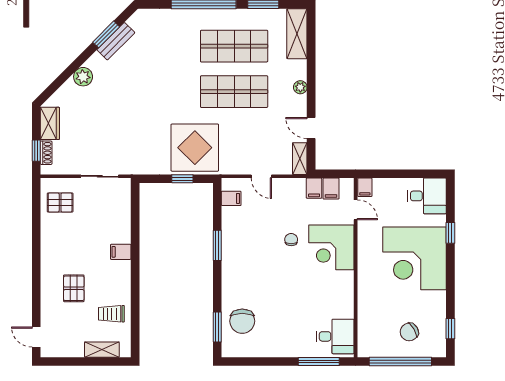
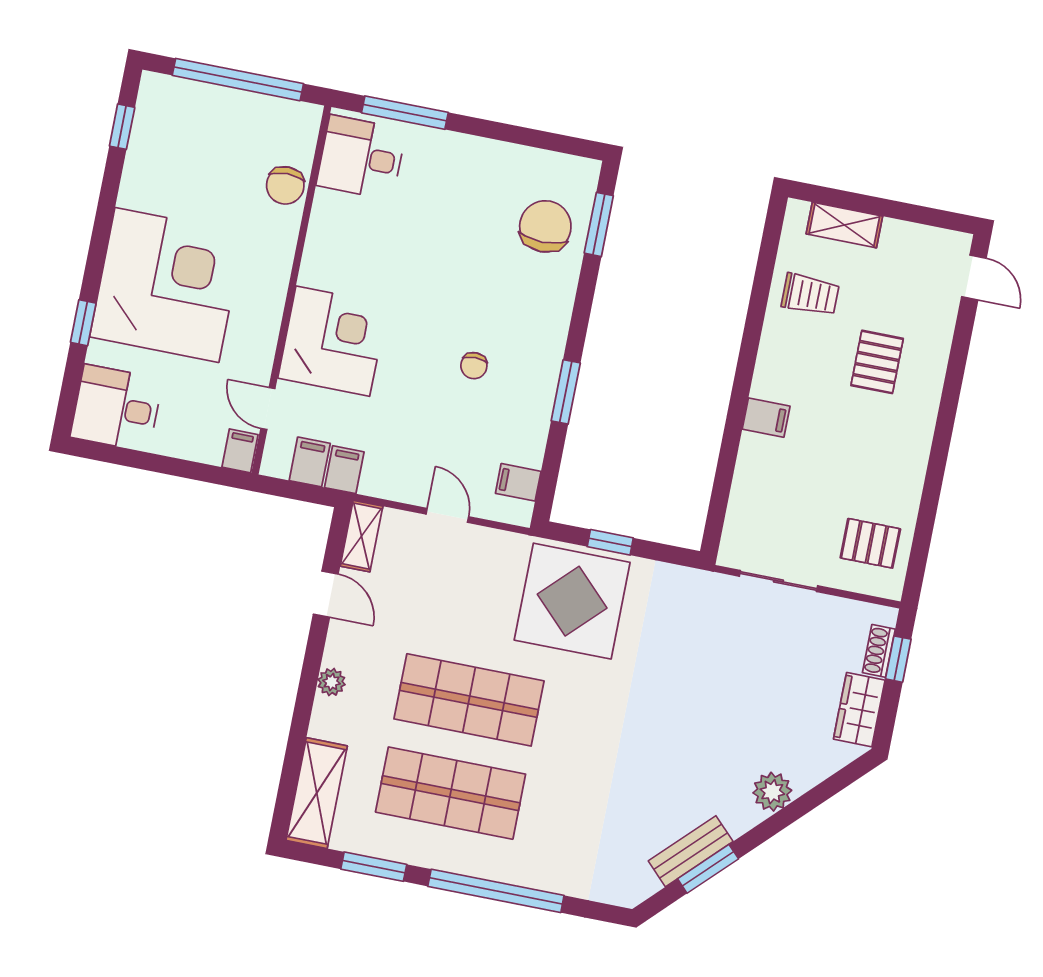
chair: (291, 240) -> (474, 366), moved
chair: (409, 332) -> (285, 185), moved, turned 120

